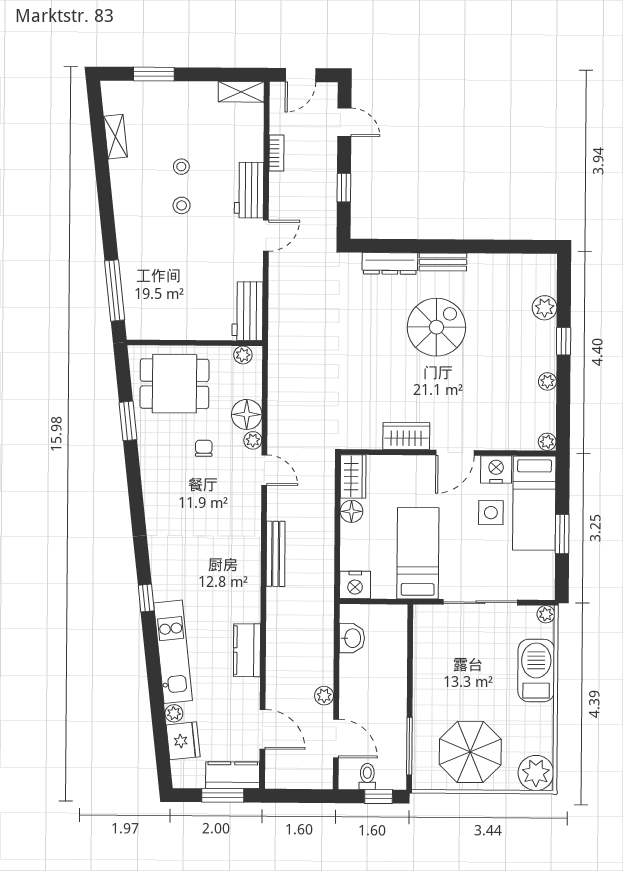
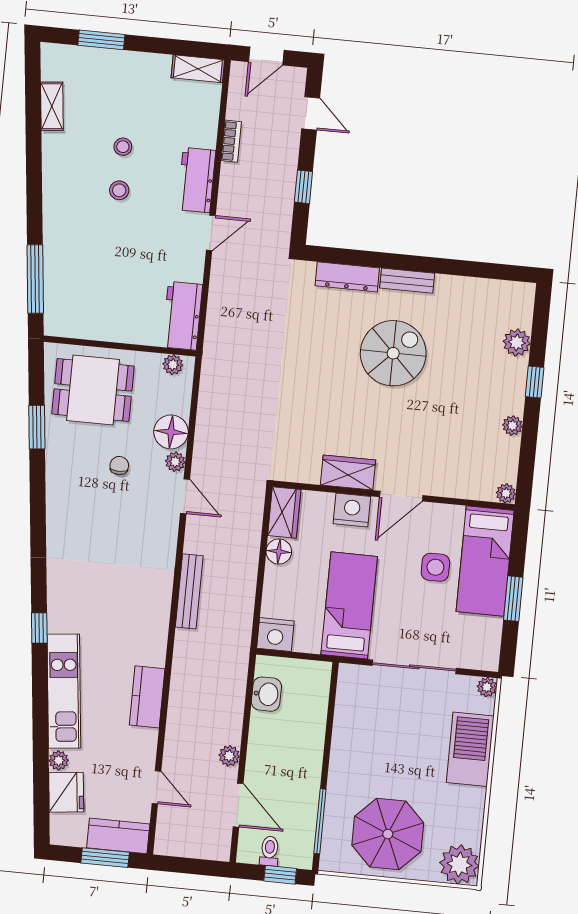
nightstand: (496, 469) -> (352, 510), moved
door: (262, 729) -> (156, 787), width x0.73

